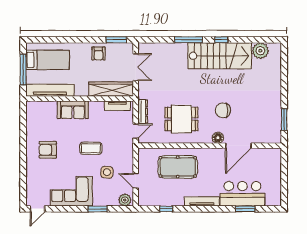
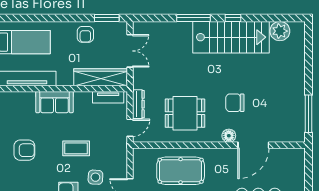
window: (284, 119) -> (308, 114), width x1.44
armchair: (48, 150) -> (24, 150), turned 180

